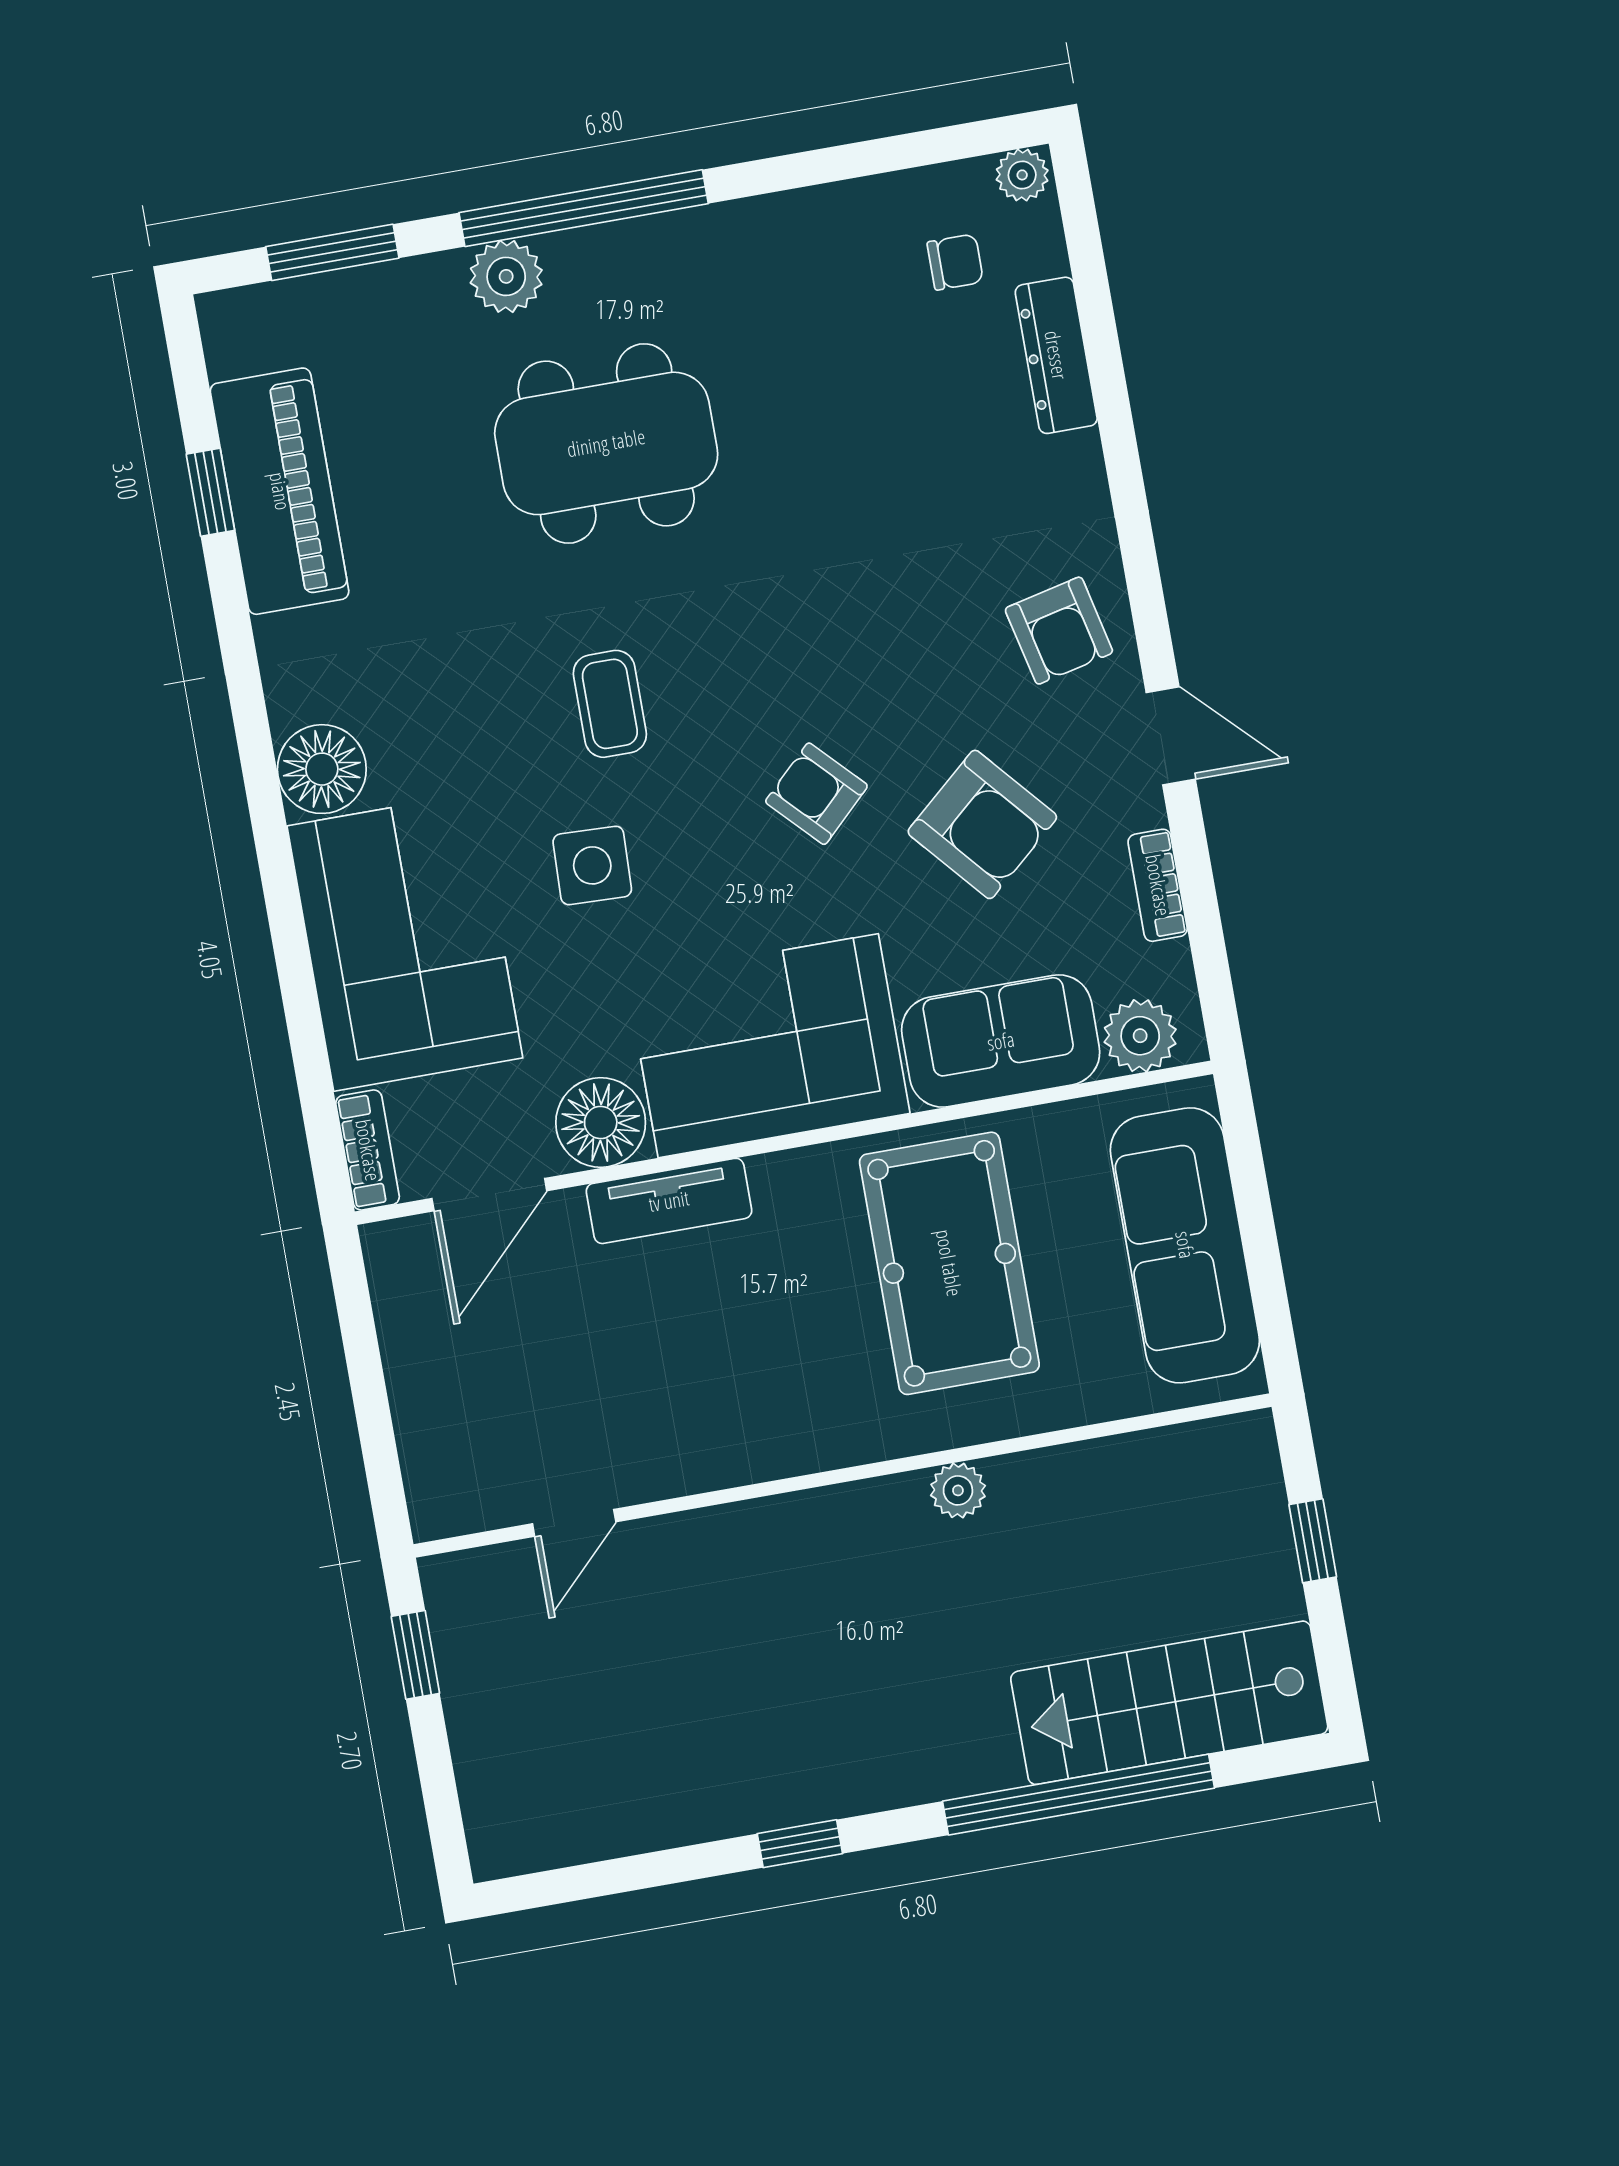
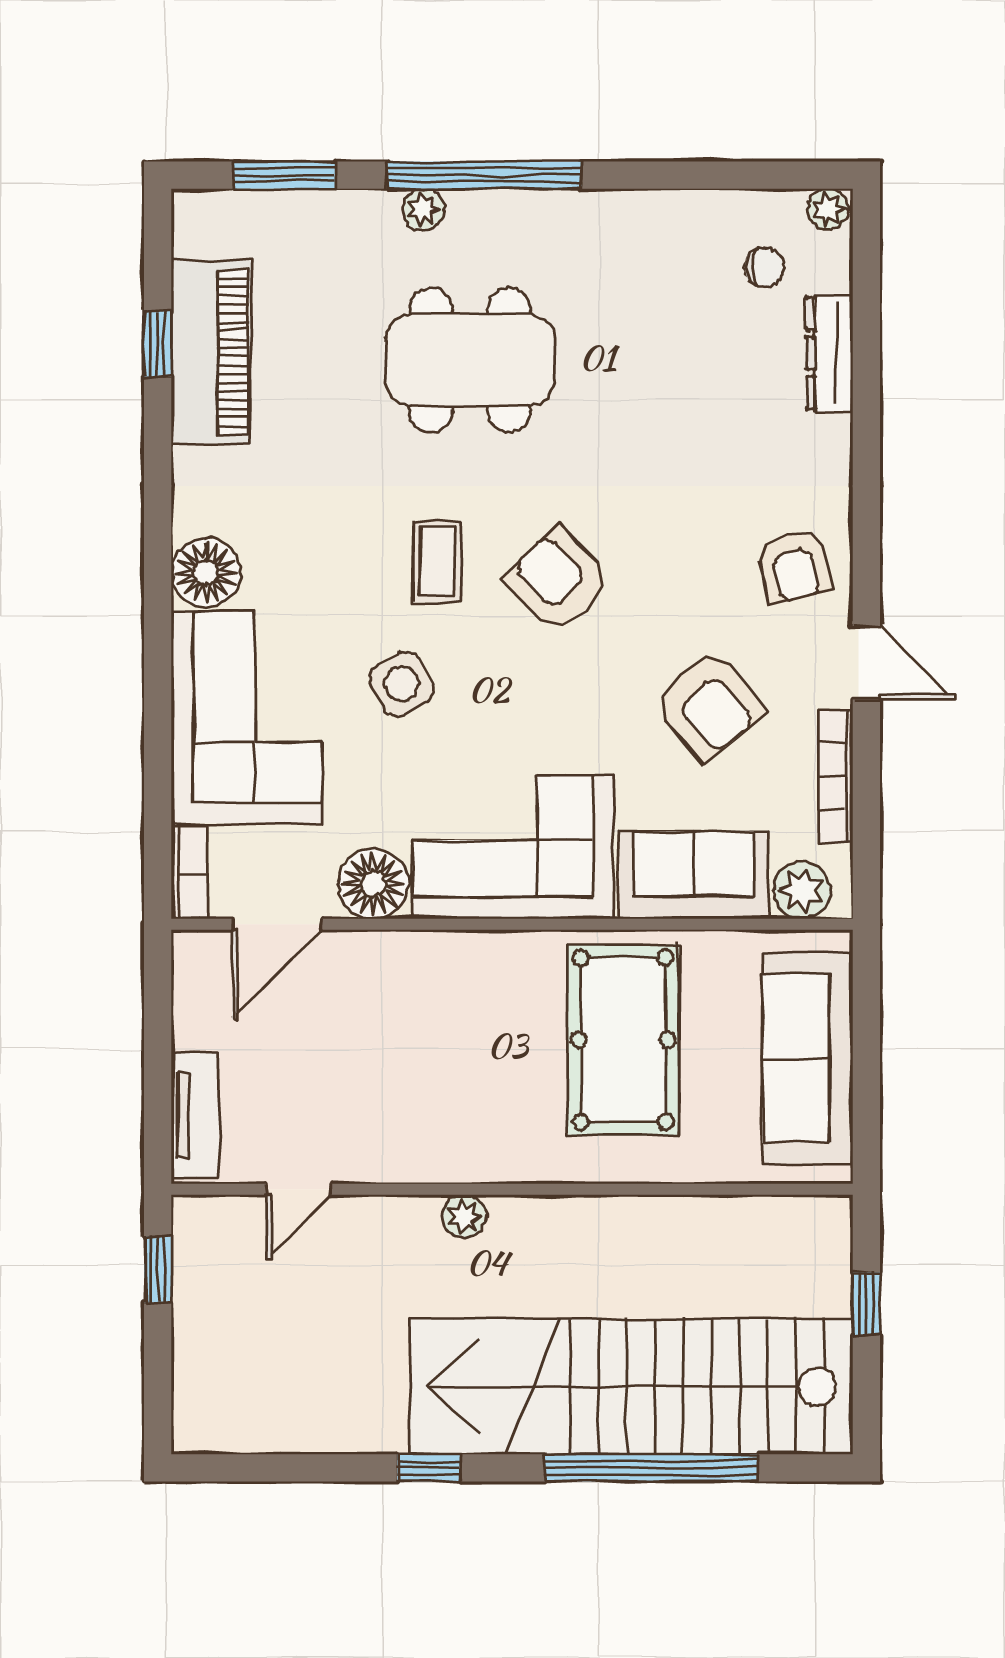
plant: (506, 276) -> (423, 209), width x0.73, depth x0.73
armchair: (816, 794) -> (558, 580), moved, width x1.38, depth x1.38
side table: (592, 865) -> (402, 684), turned -31
bookcase: (1158, 885) -> (836, 776), width x1.56
tv unit: (669, 1201) -> (195, 1115), moved, turned -90
plant: (958, 1490) -> (464, 1217), moved
stairs: (1169, 1703) -> (631, 1387), width x1.86, depth x1.51

